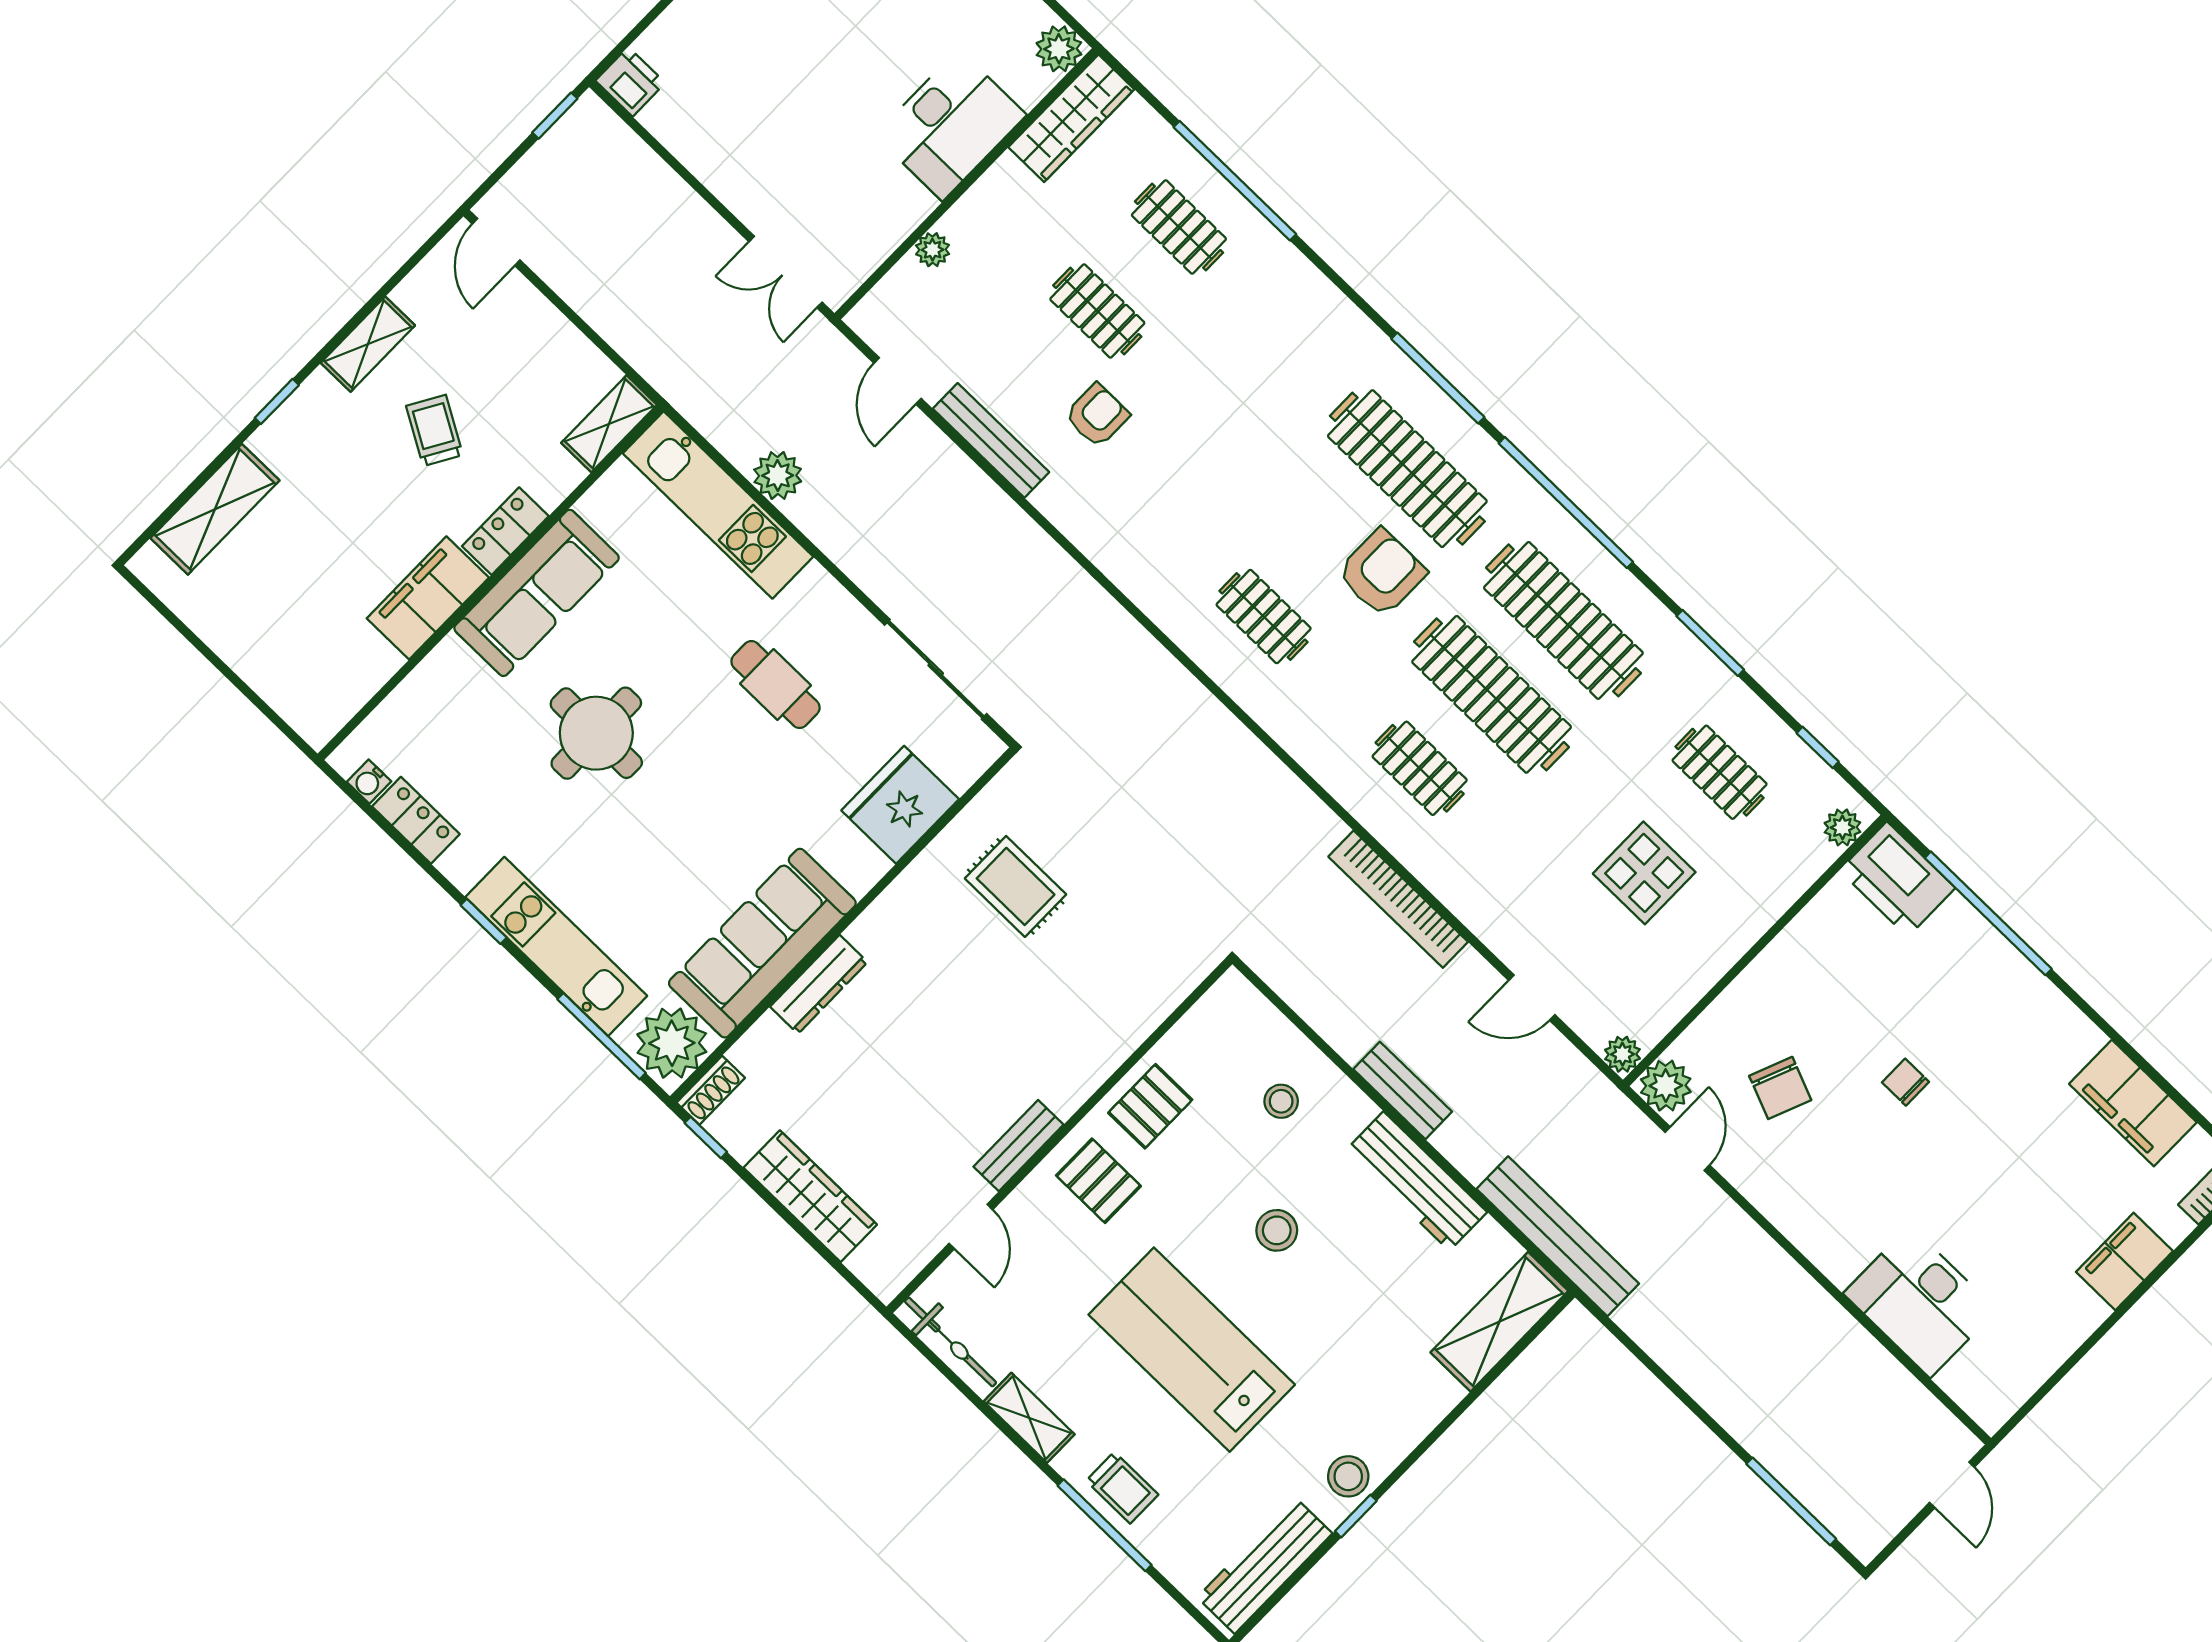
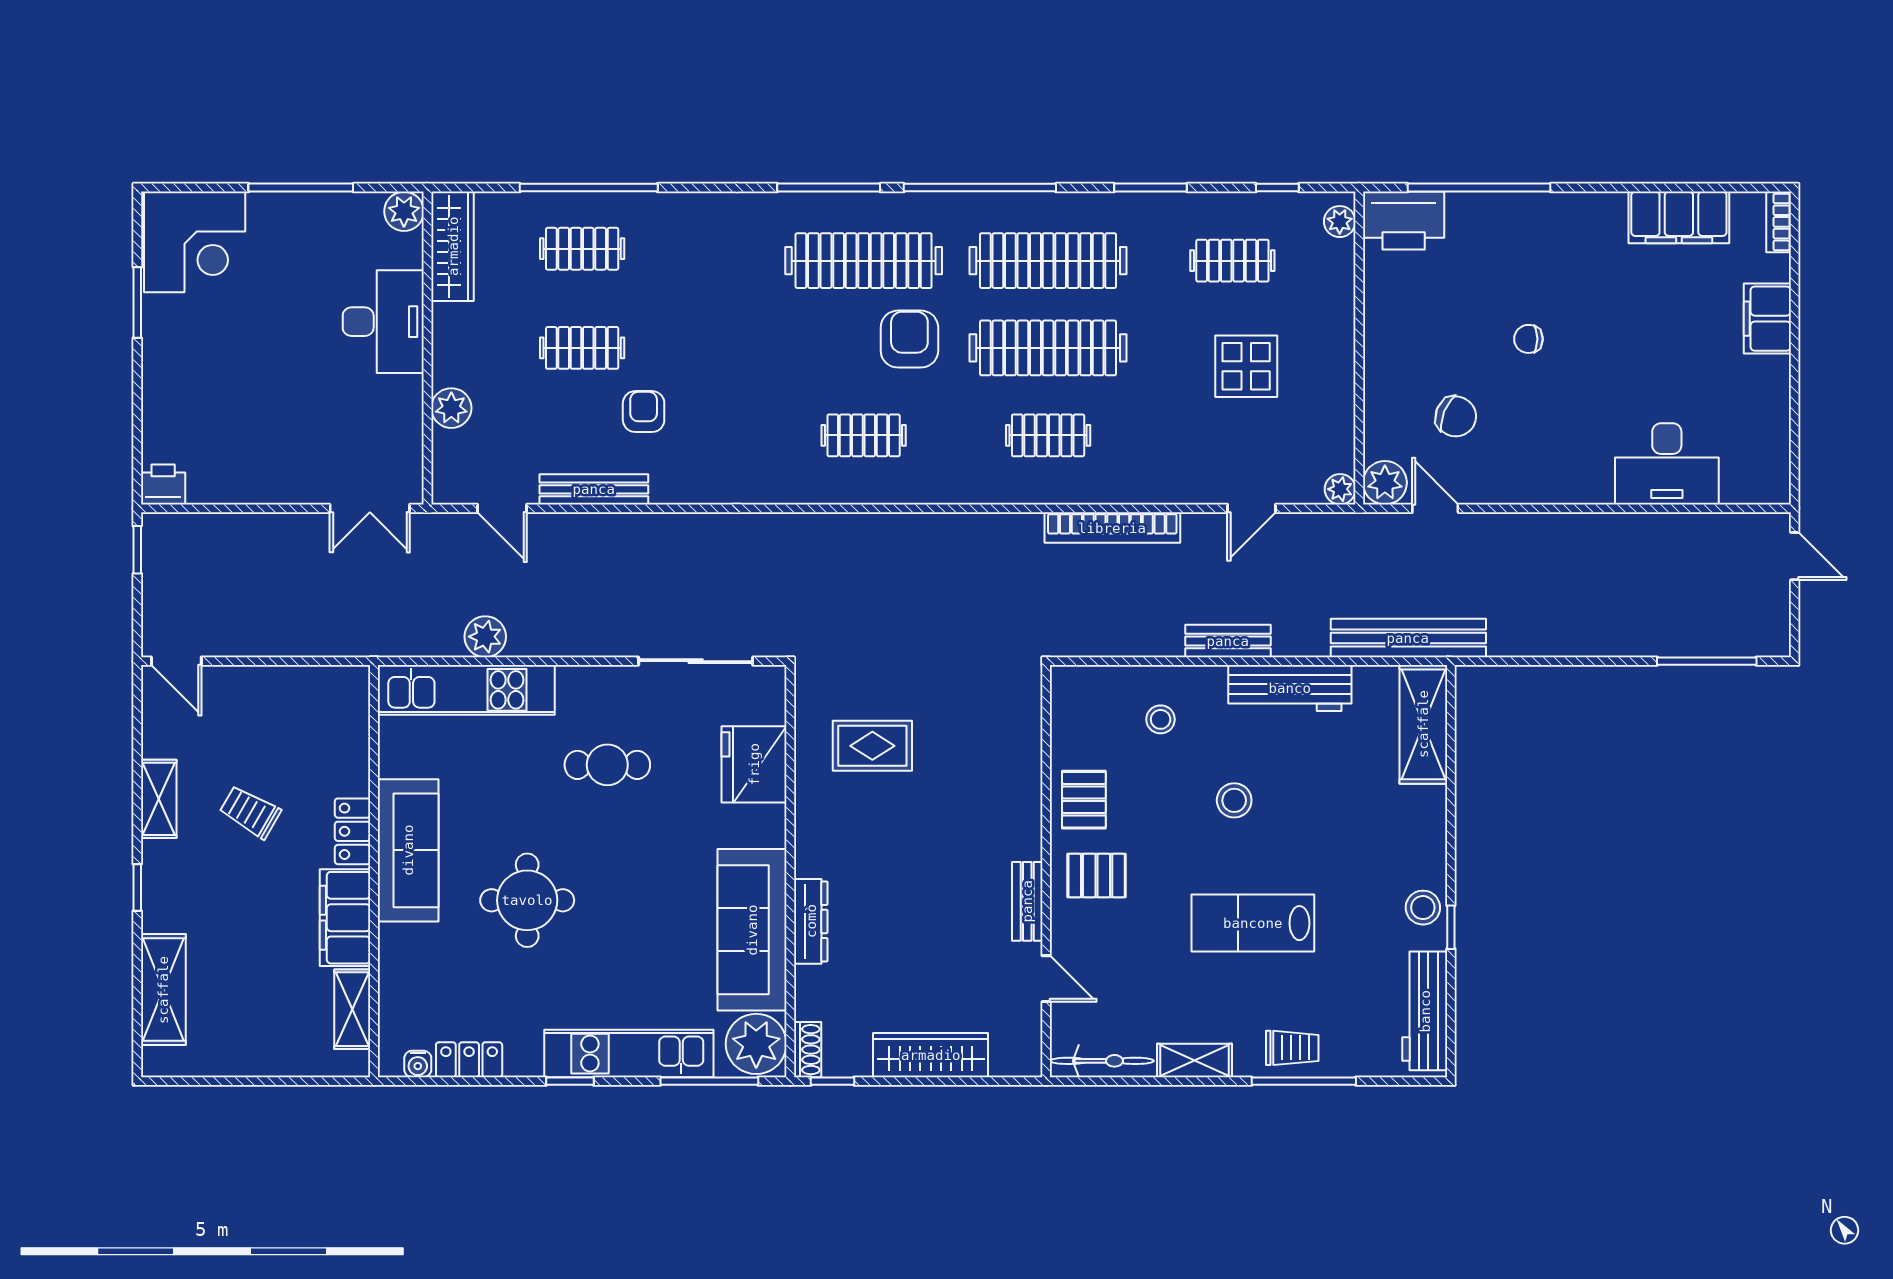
plant: (933, 250) -> (451, 408), width x1.38, depth x1.38
shelving: (609, 424) -> (352, 1009), moved
lab bench: (1192, 1350) -> (1253, 923), width x0.73, depth x0.72

